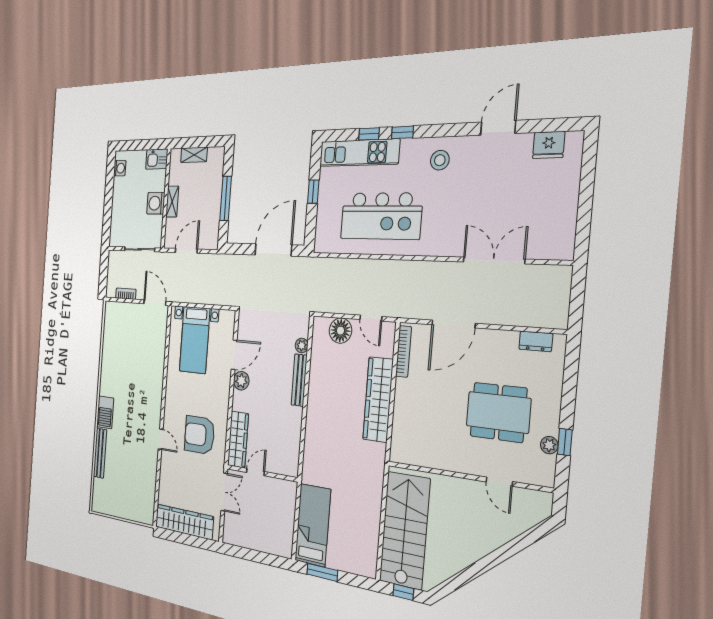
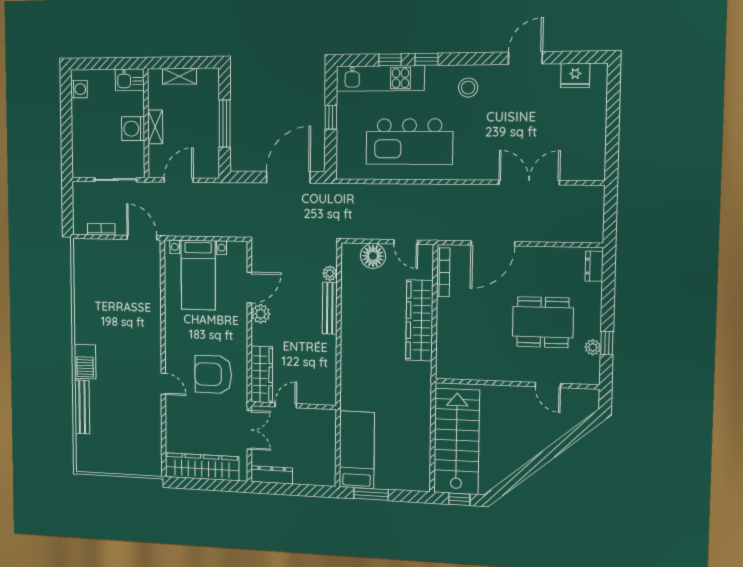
dresser: (536, 341) -> (594, 266), moved, turned 90
dresser: (239, 539) -> (272, 475), added

